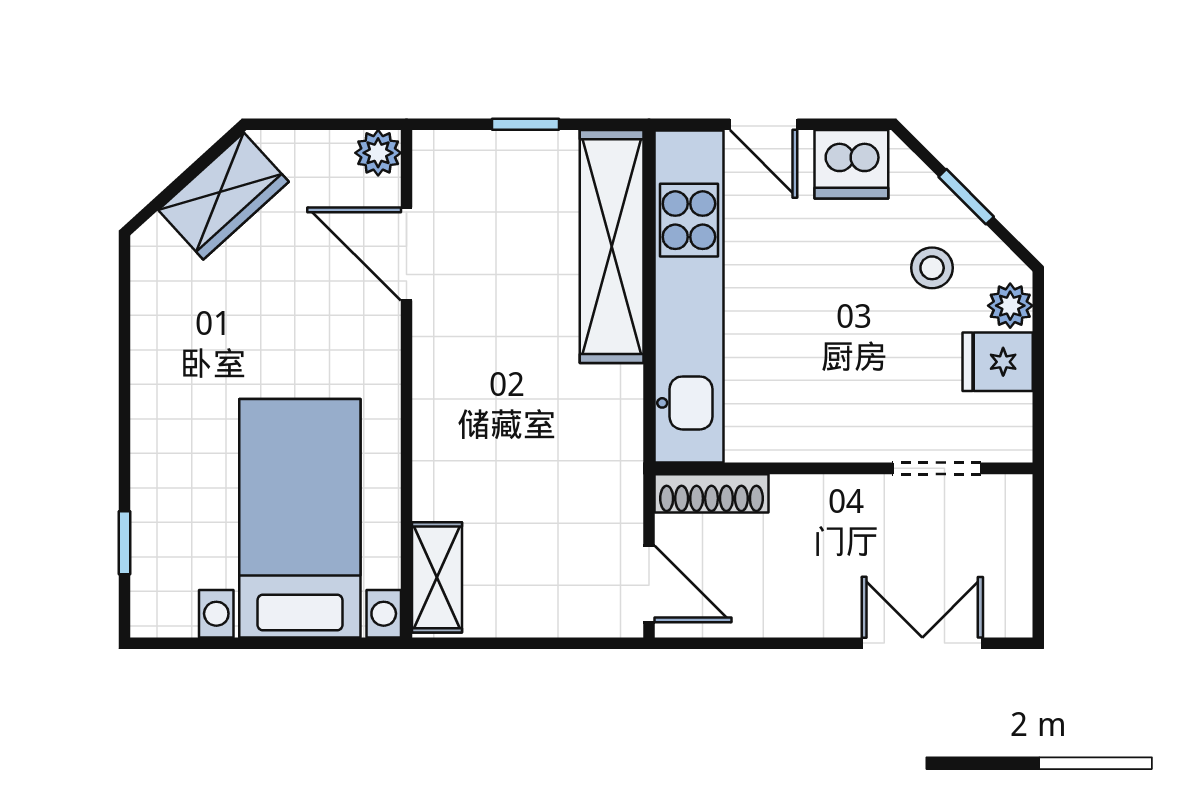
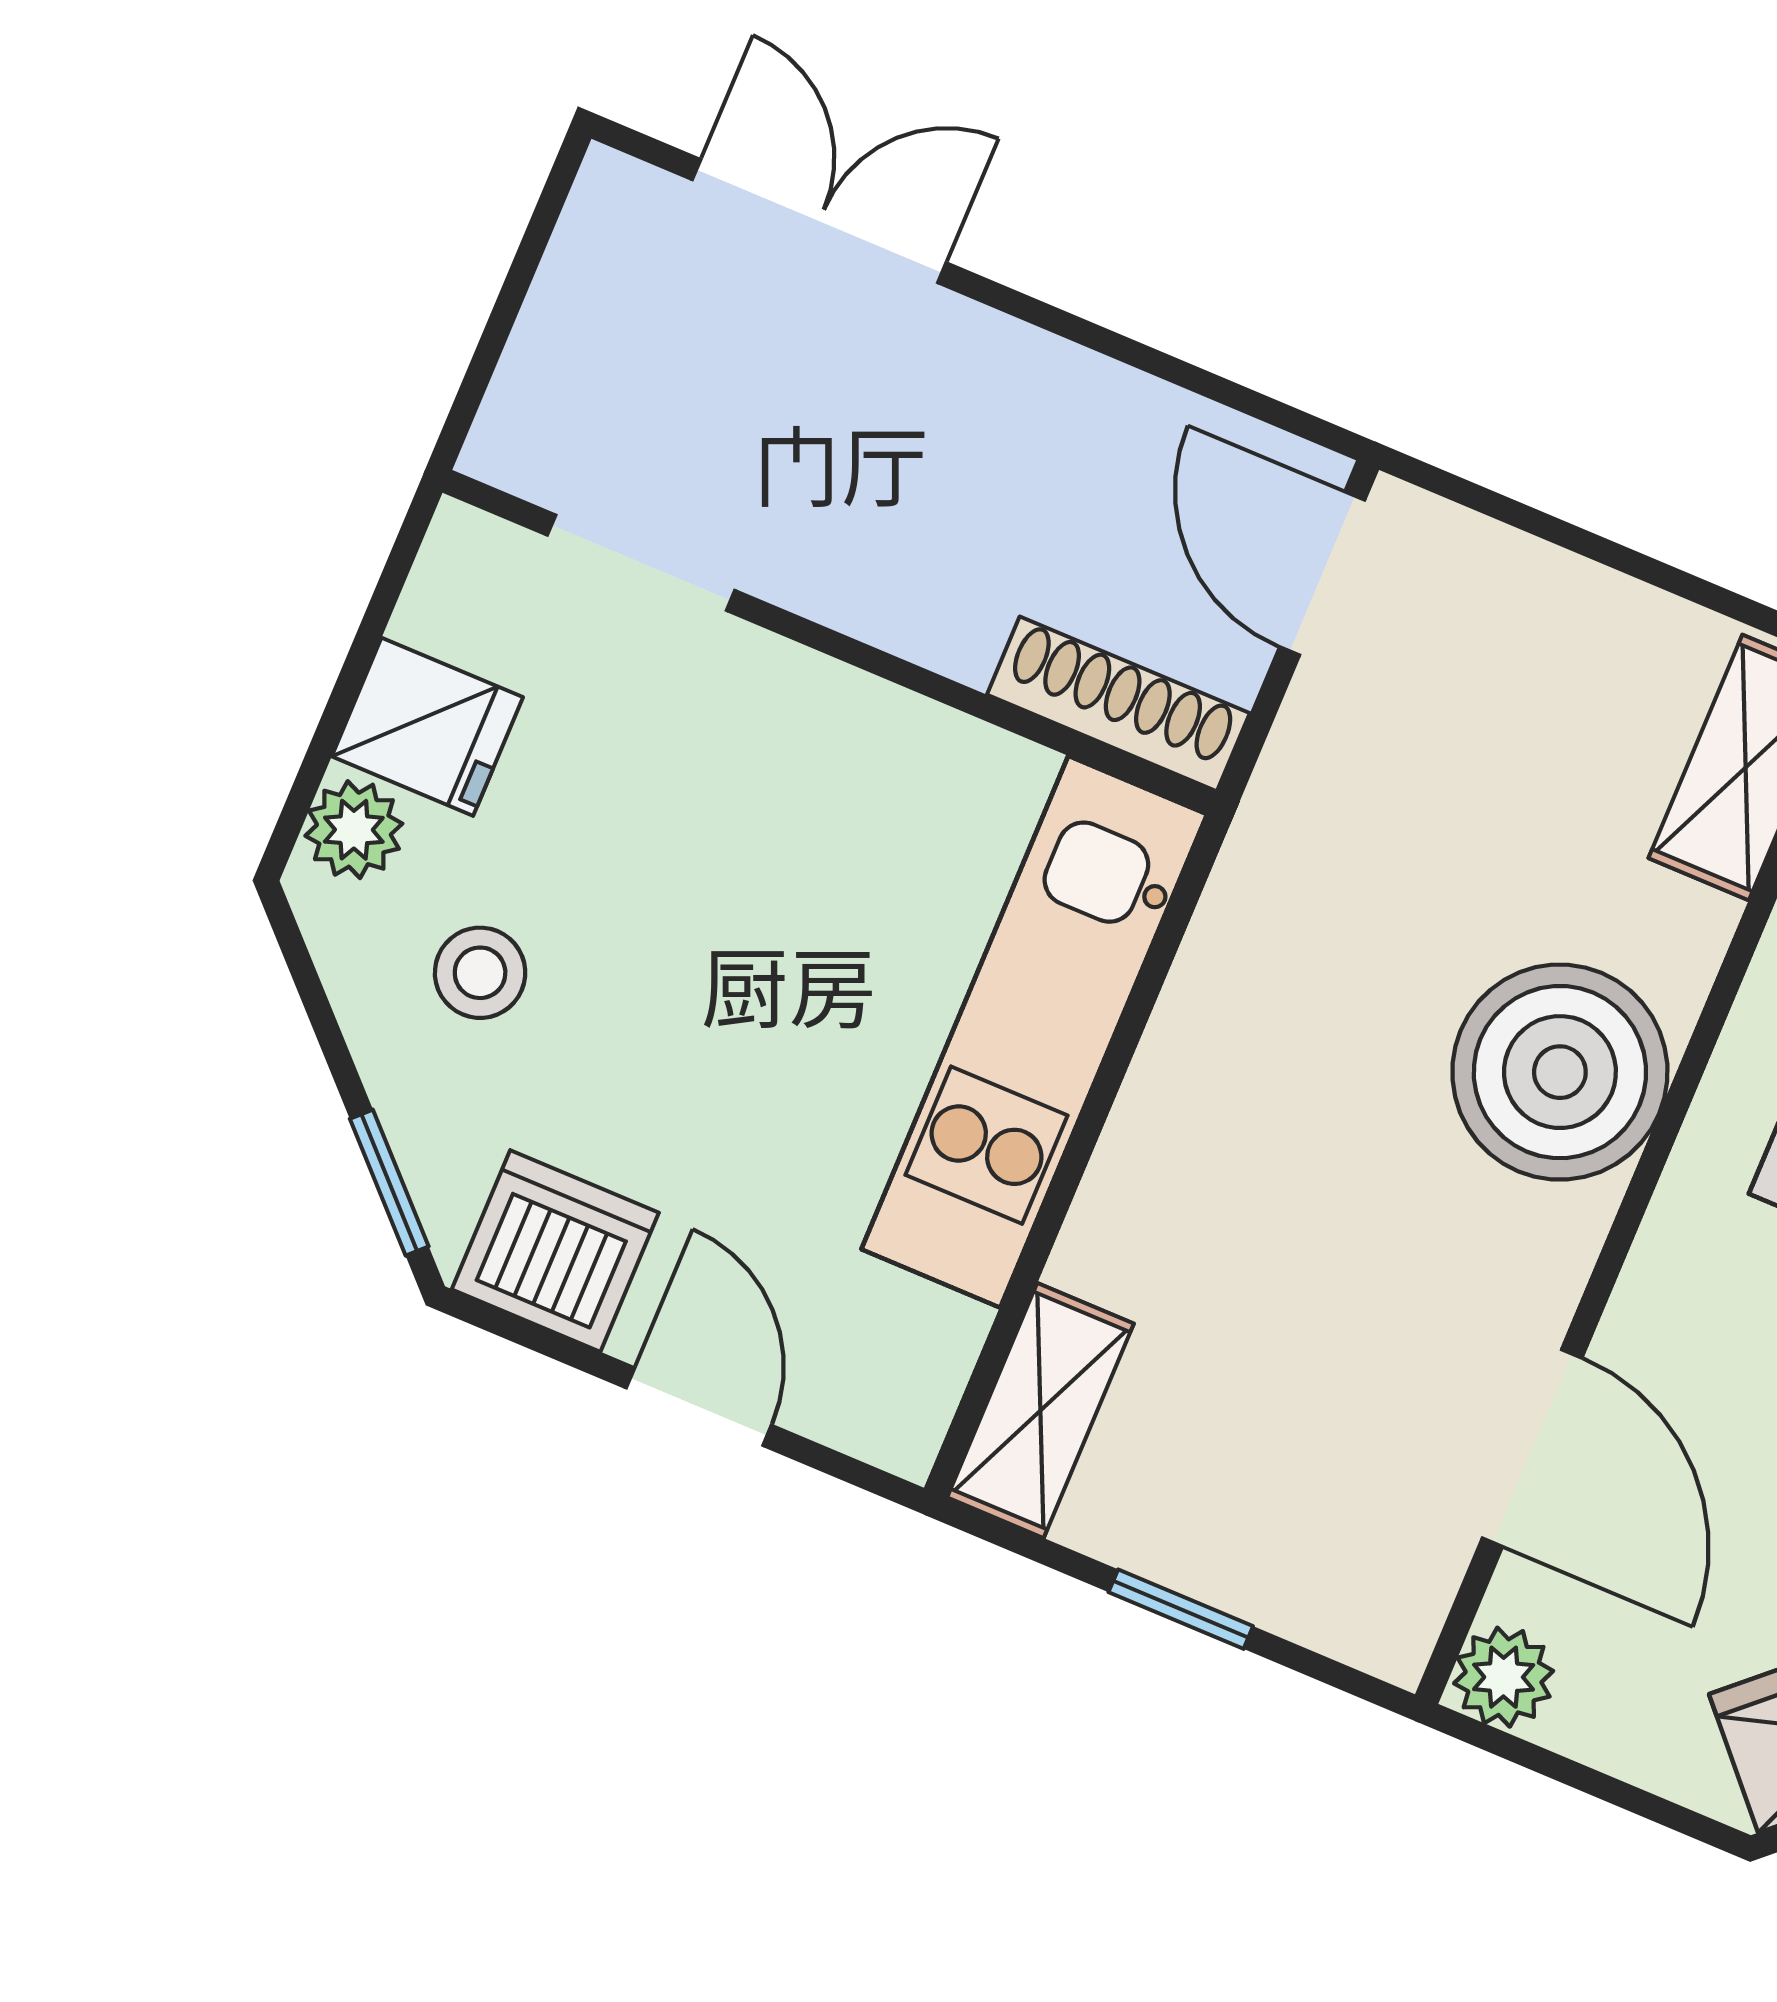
window: (966, 197) -> (389, 1183), moved
shelving: (612, 247) -> (1040, 1411), width x0.45, depth x0.75
kitchen unit: (689, 297) -> (1034, 1032), width x0.73
boiler: (461, 417) -> (1560, 1072), added
double door: (922, 643) -> (819, 221), swing flipped

